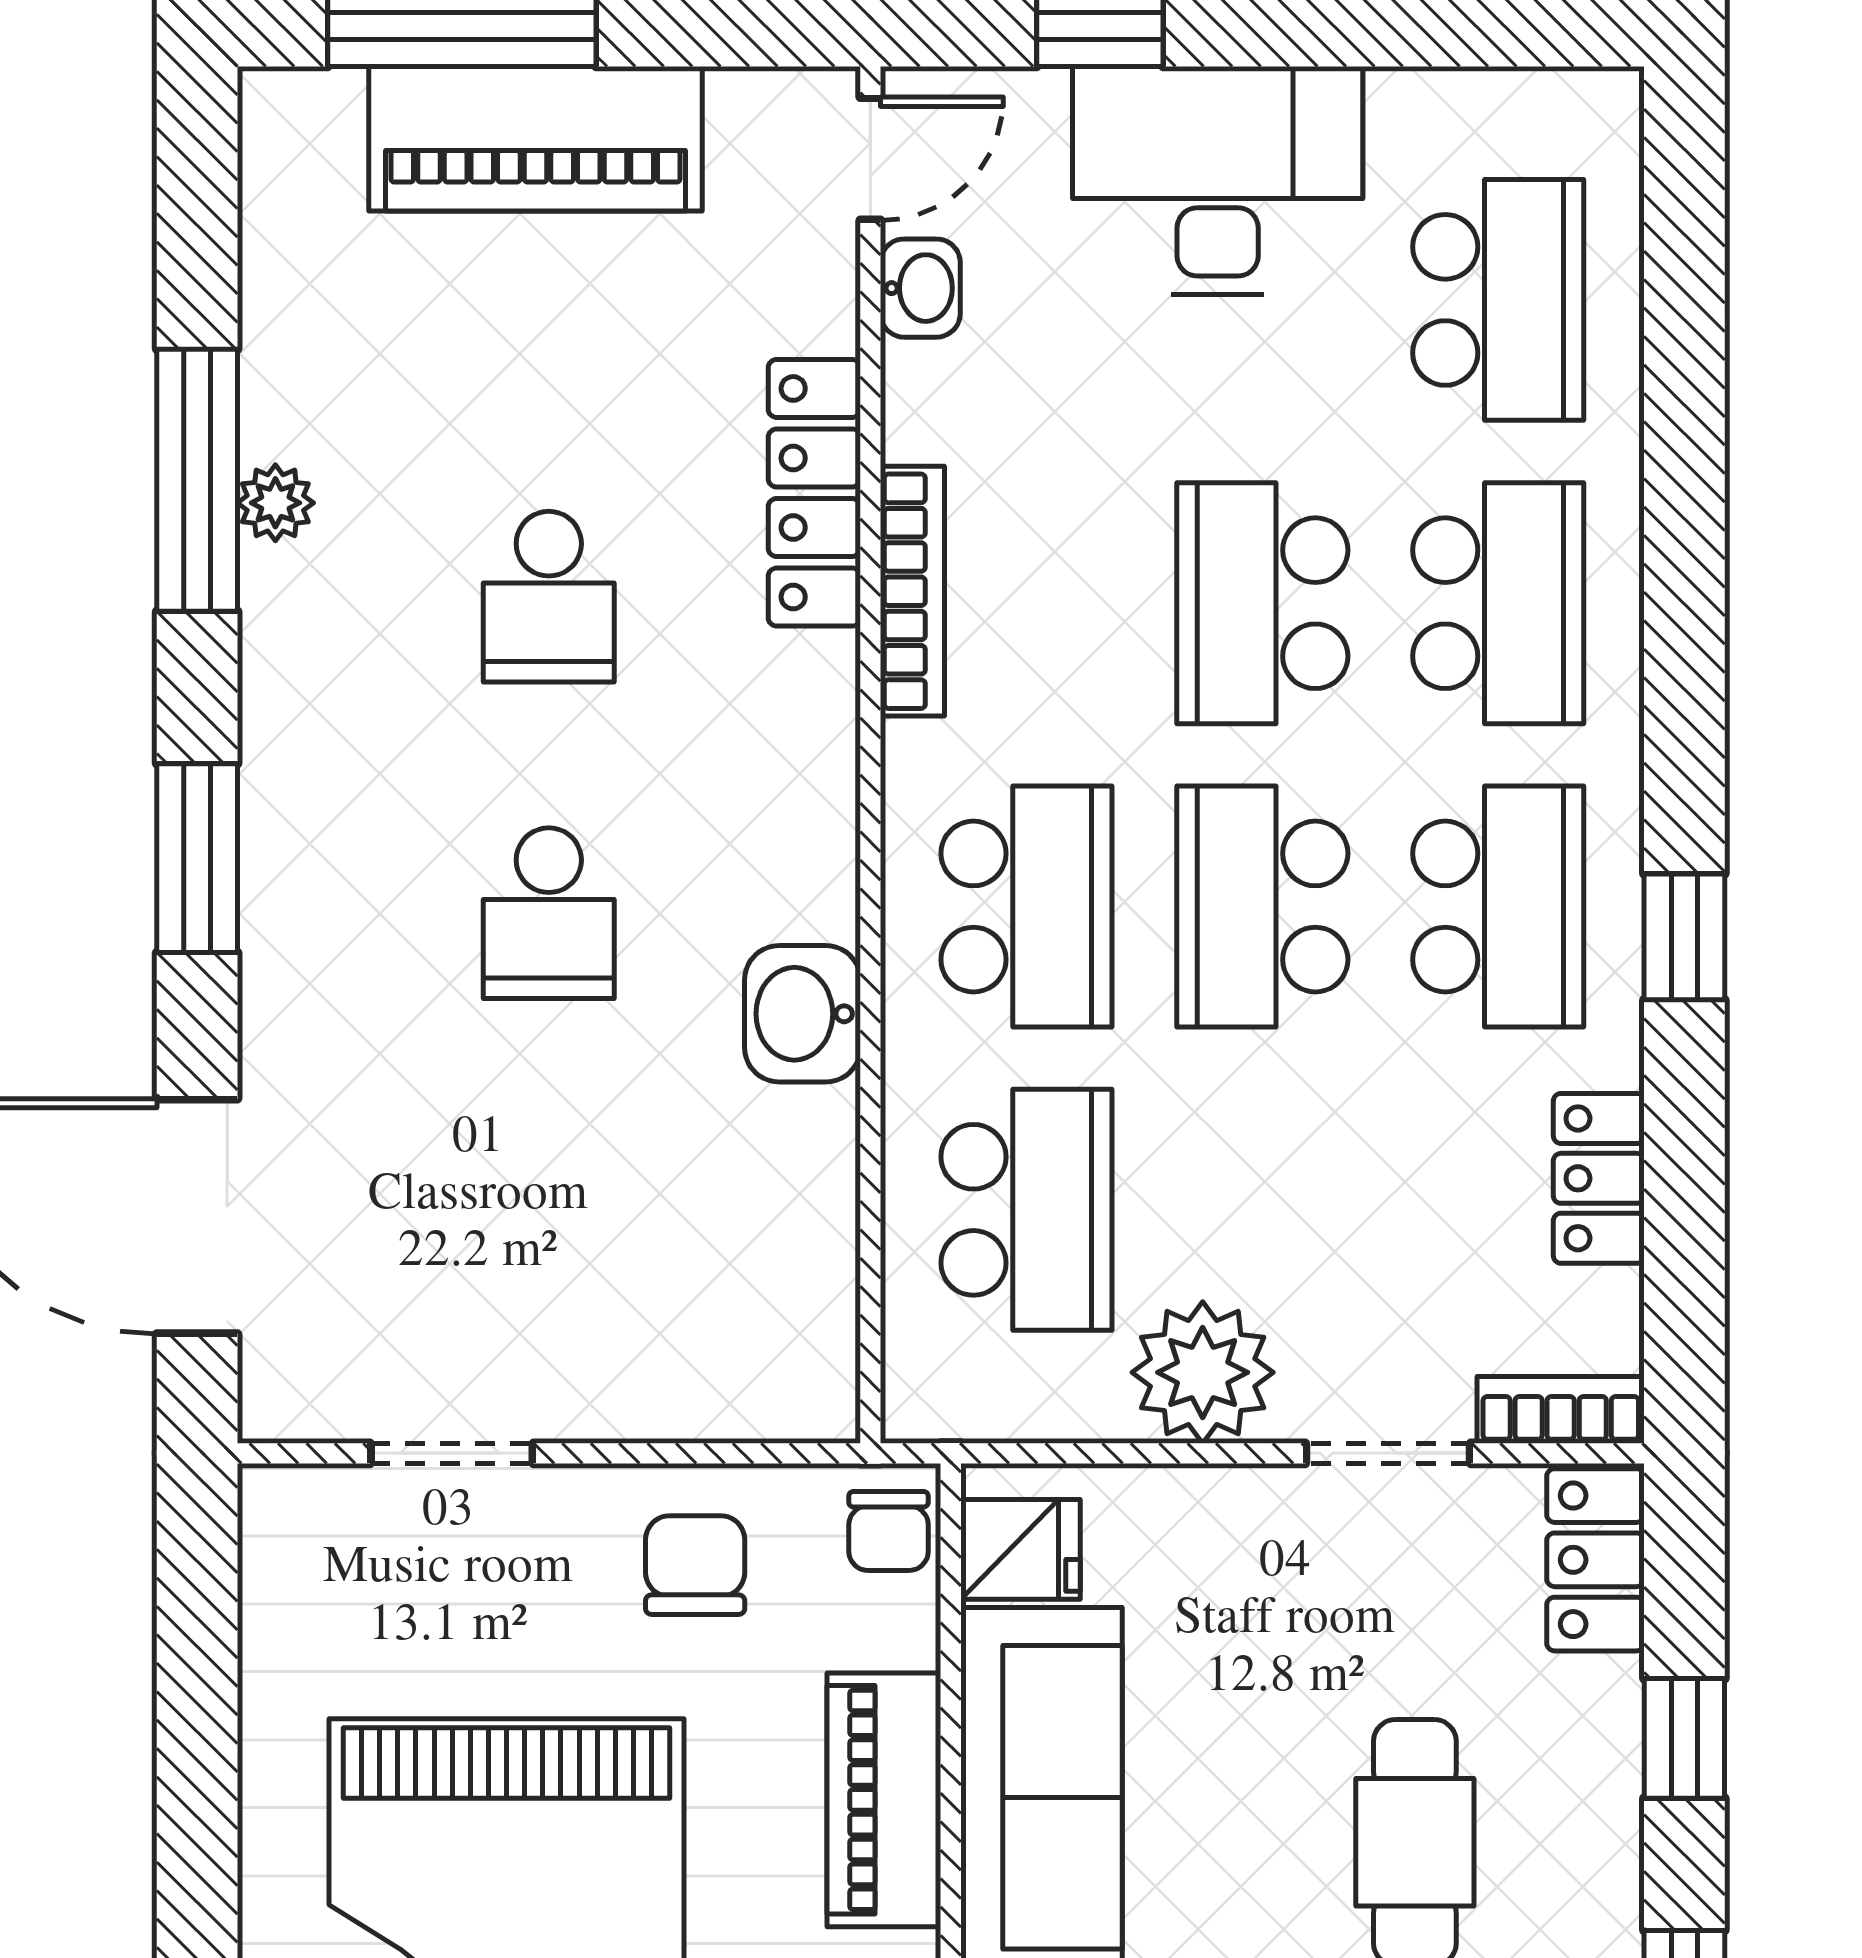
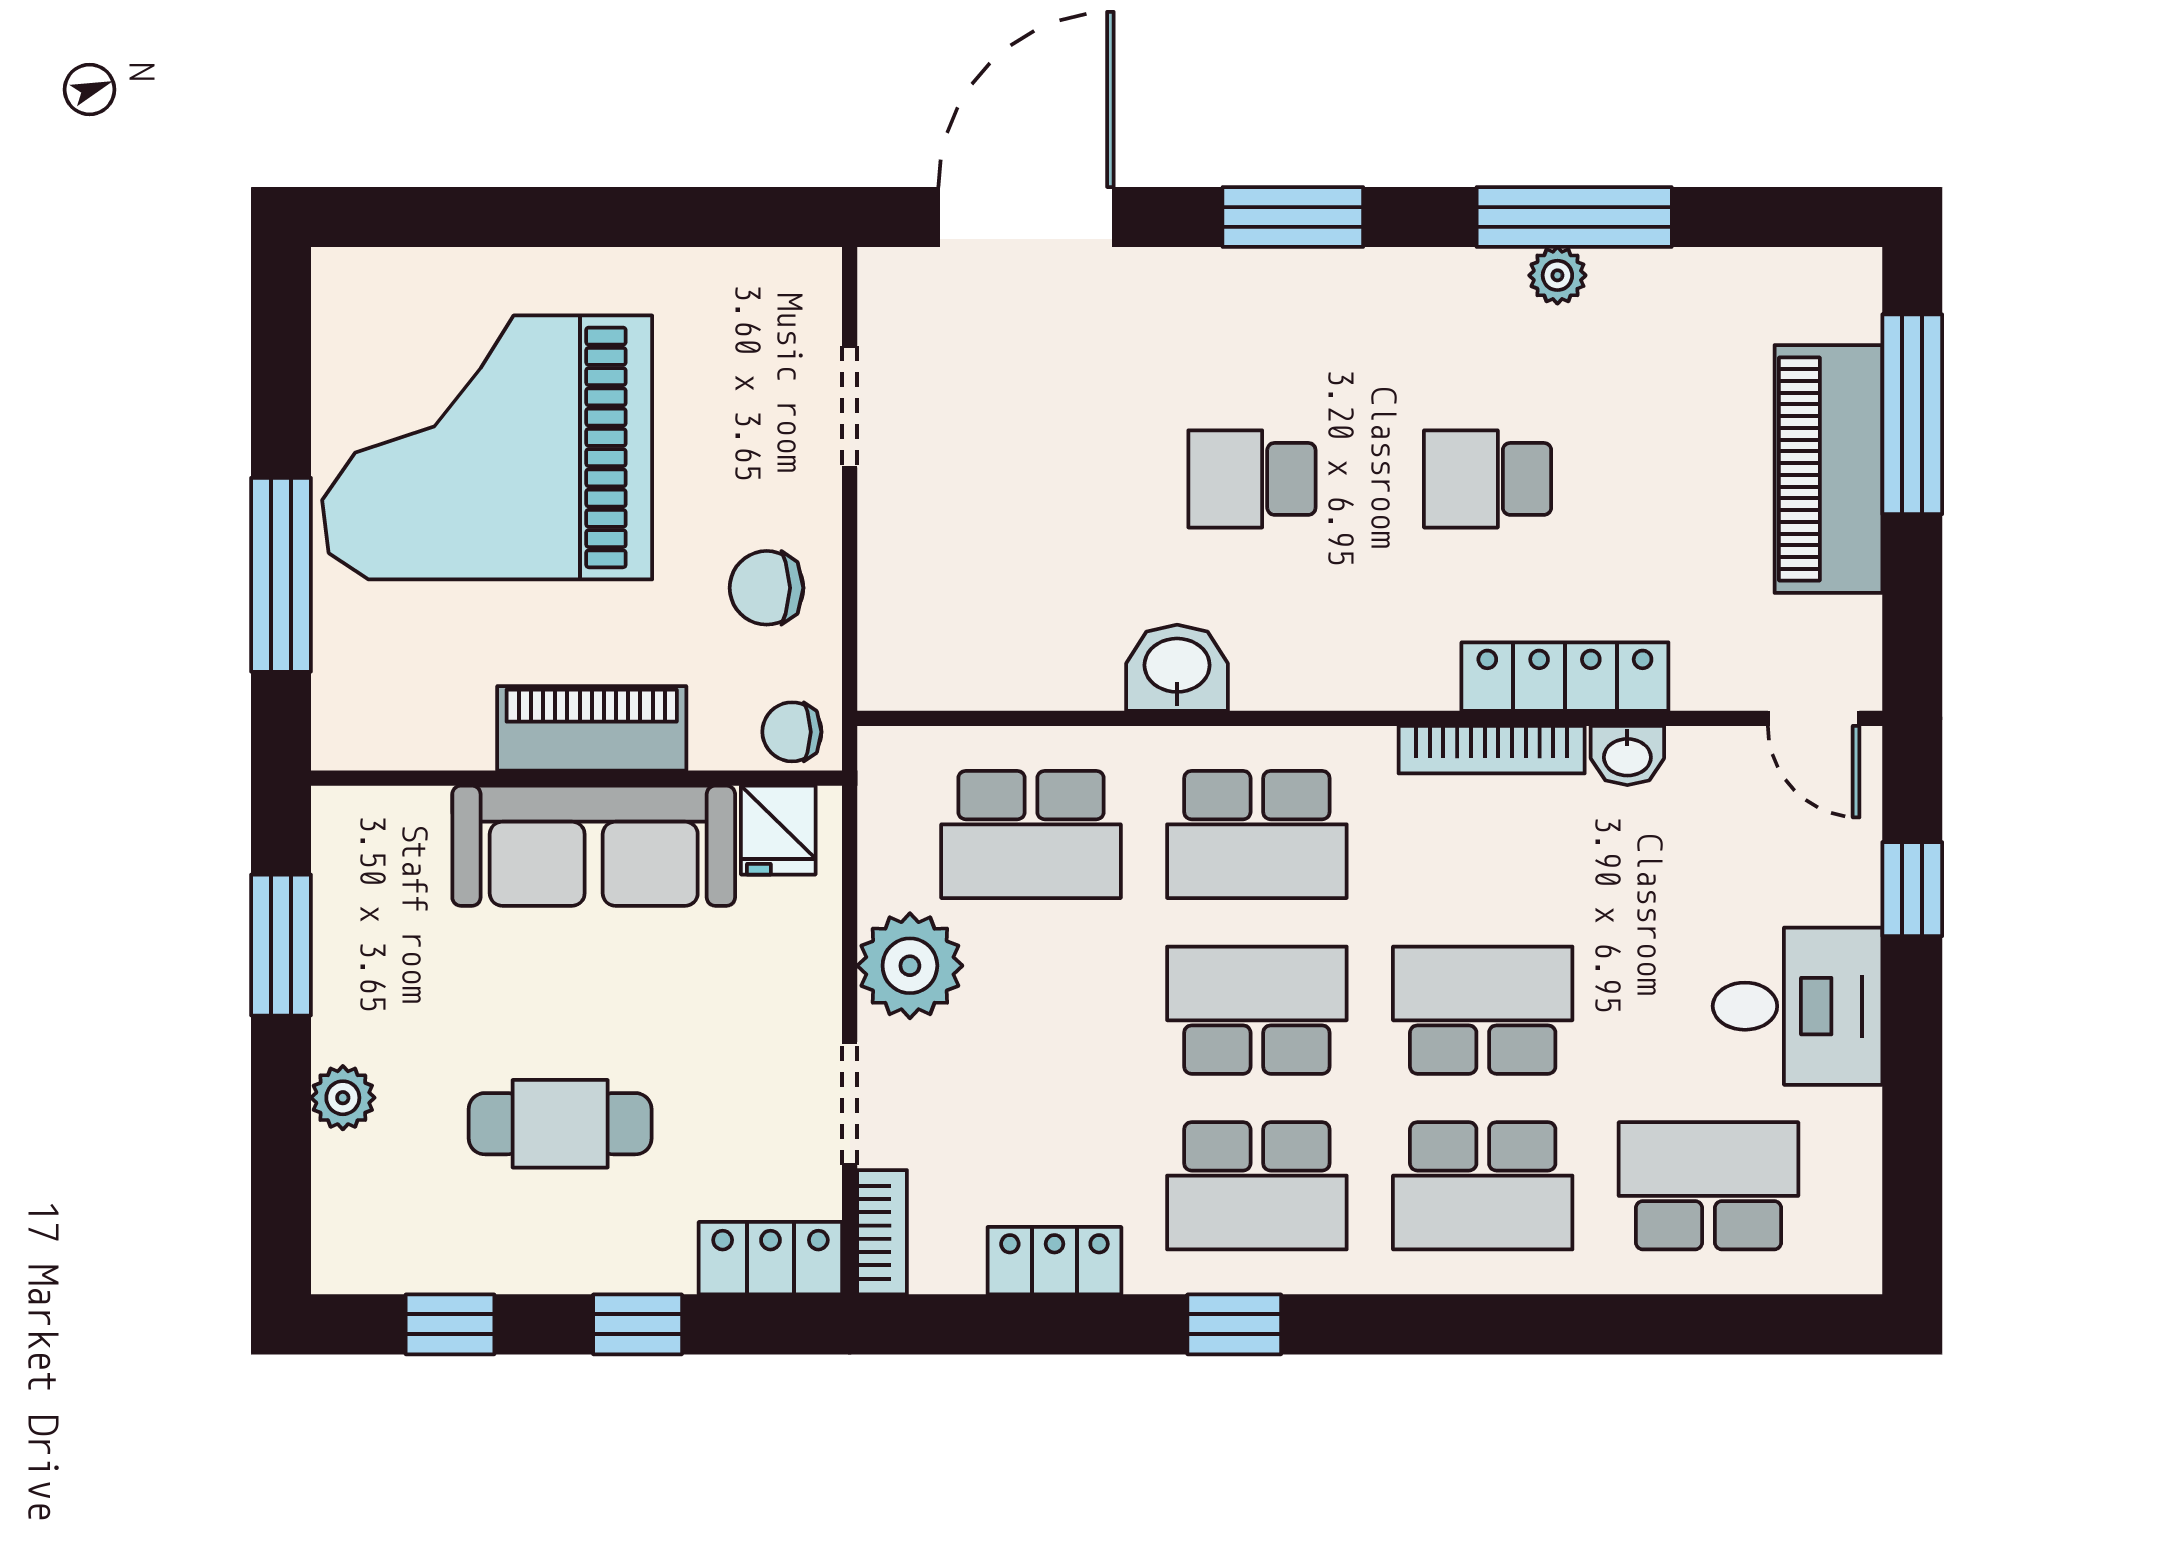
desk: (1218, 180) -> (1798, 1006), width x0.73
washbasin: (920, 288) -> (1627, 755), moved
school desk: (1498, 300) -> (1709, 1186), turned 180
chair: (695, 1565) -> (767, 588), turned 180

